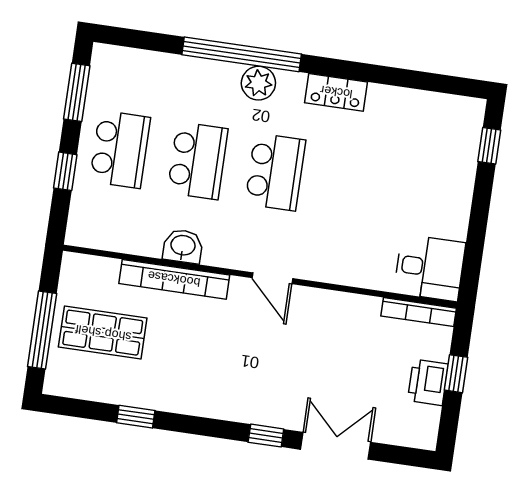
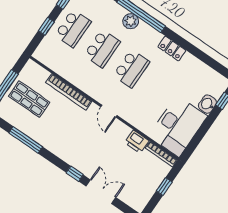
plant: (258, 83) -> (131, 21), moved
washbasin: (183, 246) -> (207, 104), moved, turned -90
desk: (430, 268) -> (178, 126), width x1.87, depth x1.30
printer: (428, 382) -> (137, 142), moved, turned -90
window: (136, 417) -> (26, 140), width x2.17

